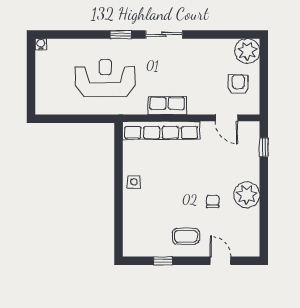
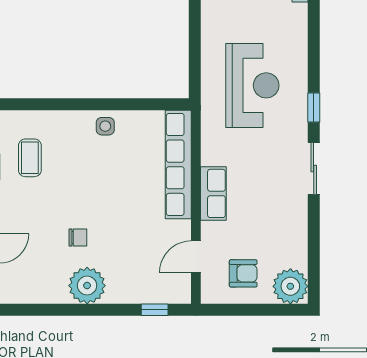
row of seats: (167, 106) -> (213, 193), moved
coffee table: (186, 236) -> (30, 158), moved

